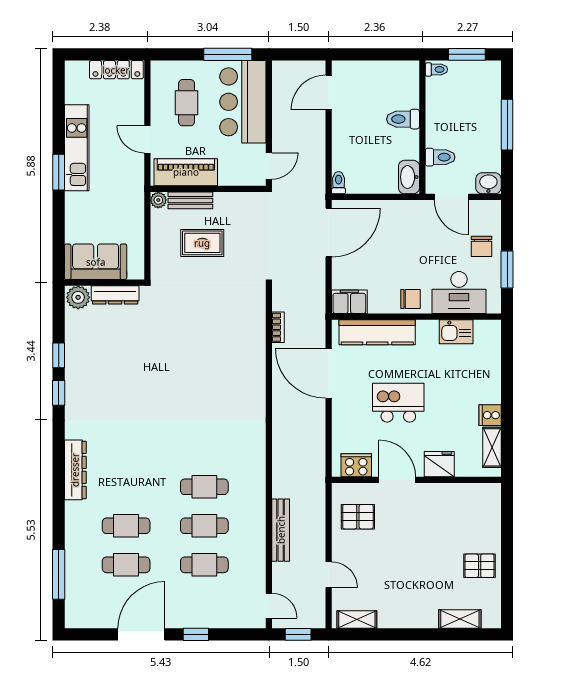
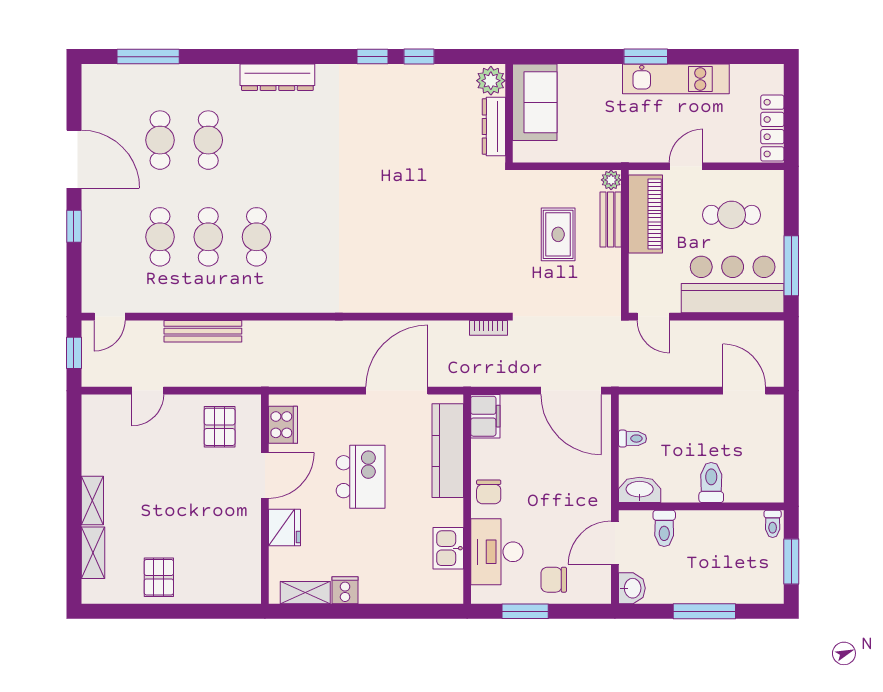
toilet: (339, 183) -> (633, 439), moved
bookcase: (278, 327) -> (488, 328), moved
shelving: (357, 620) -> (92, 500), moved

